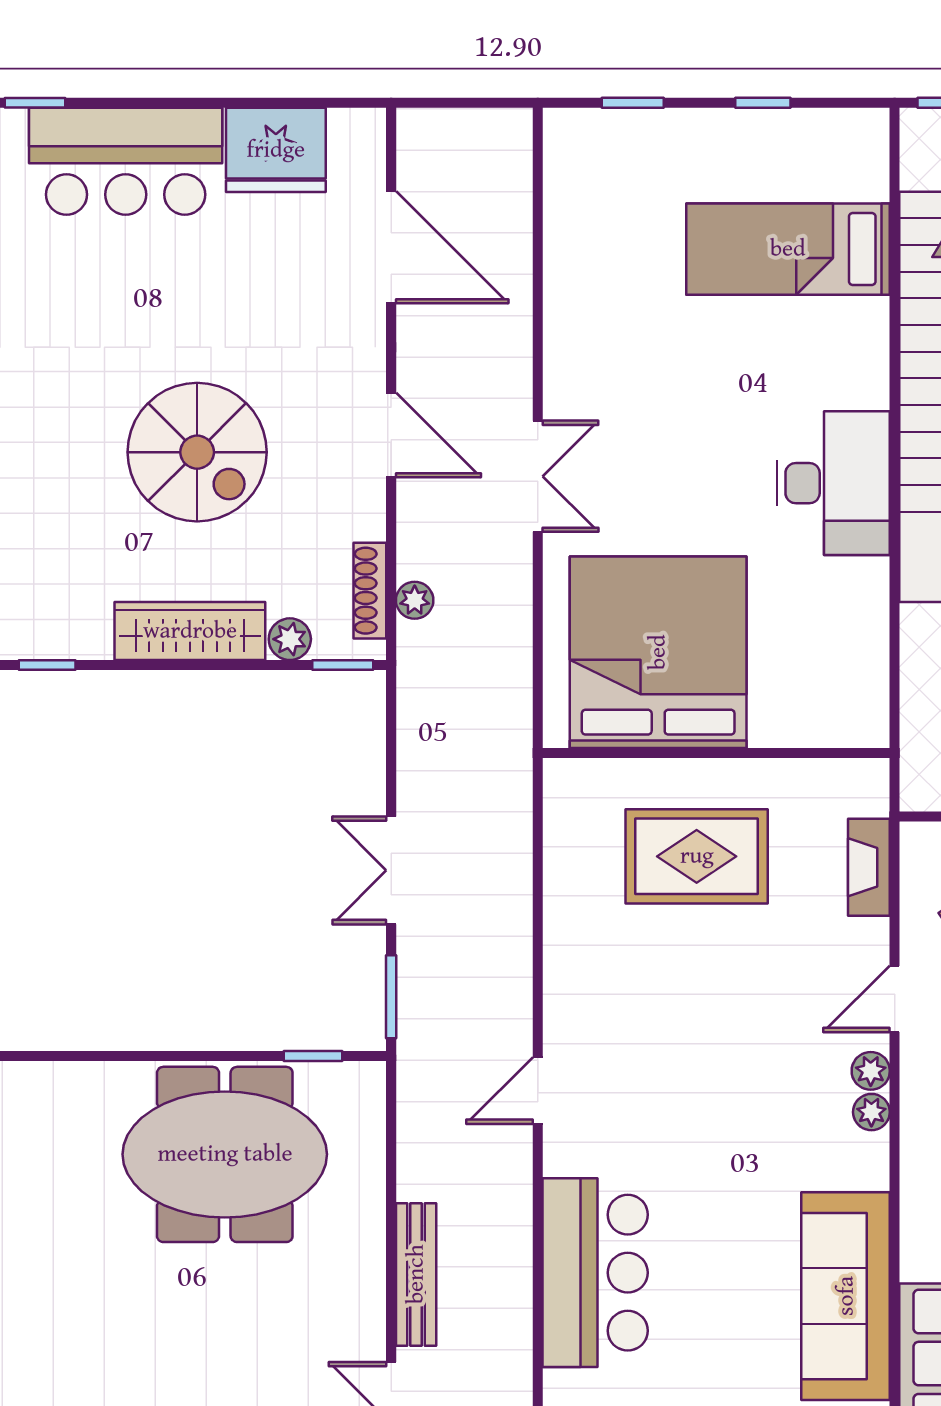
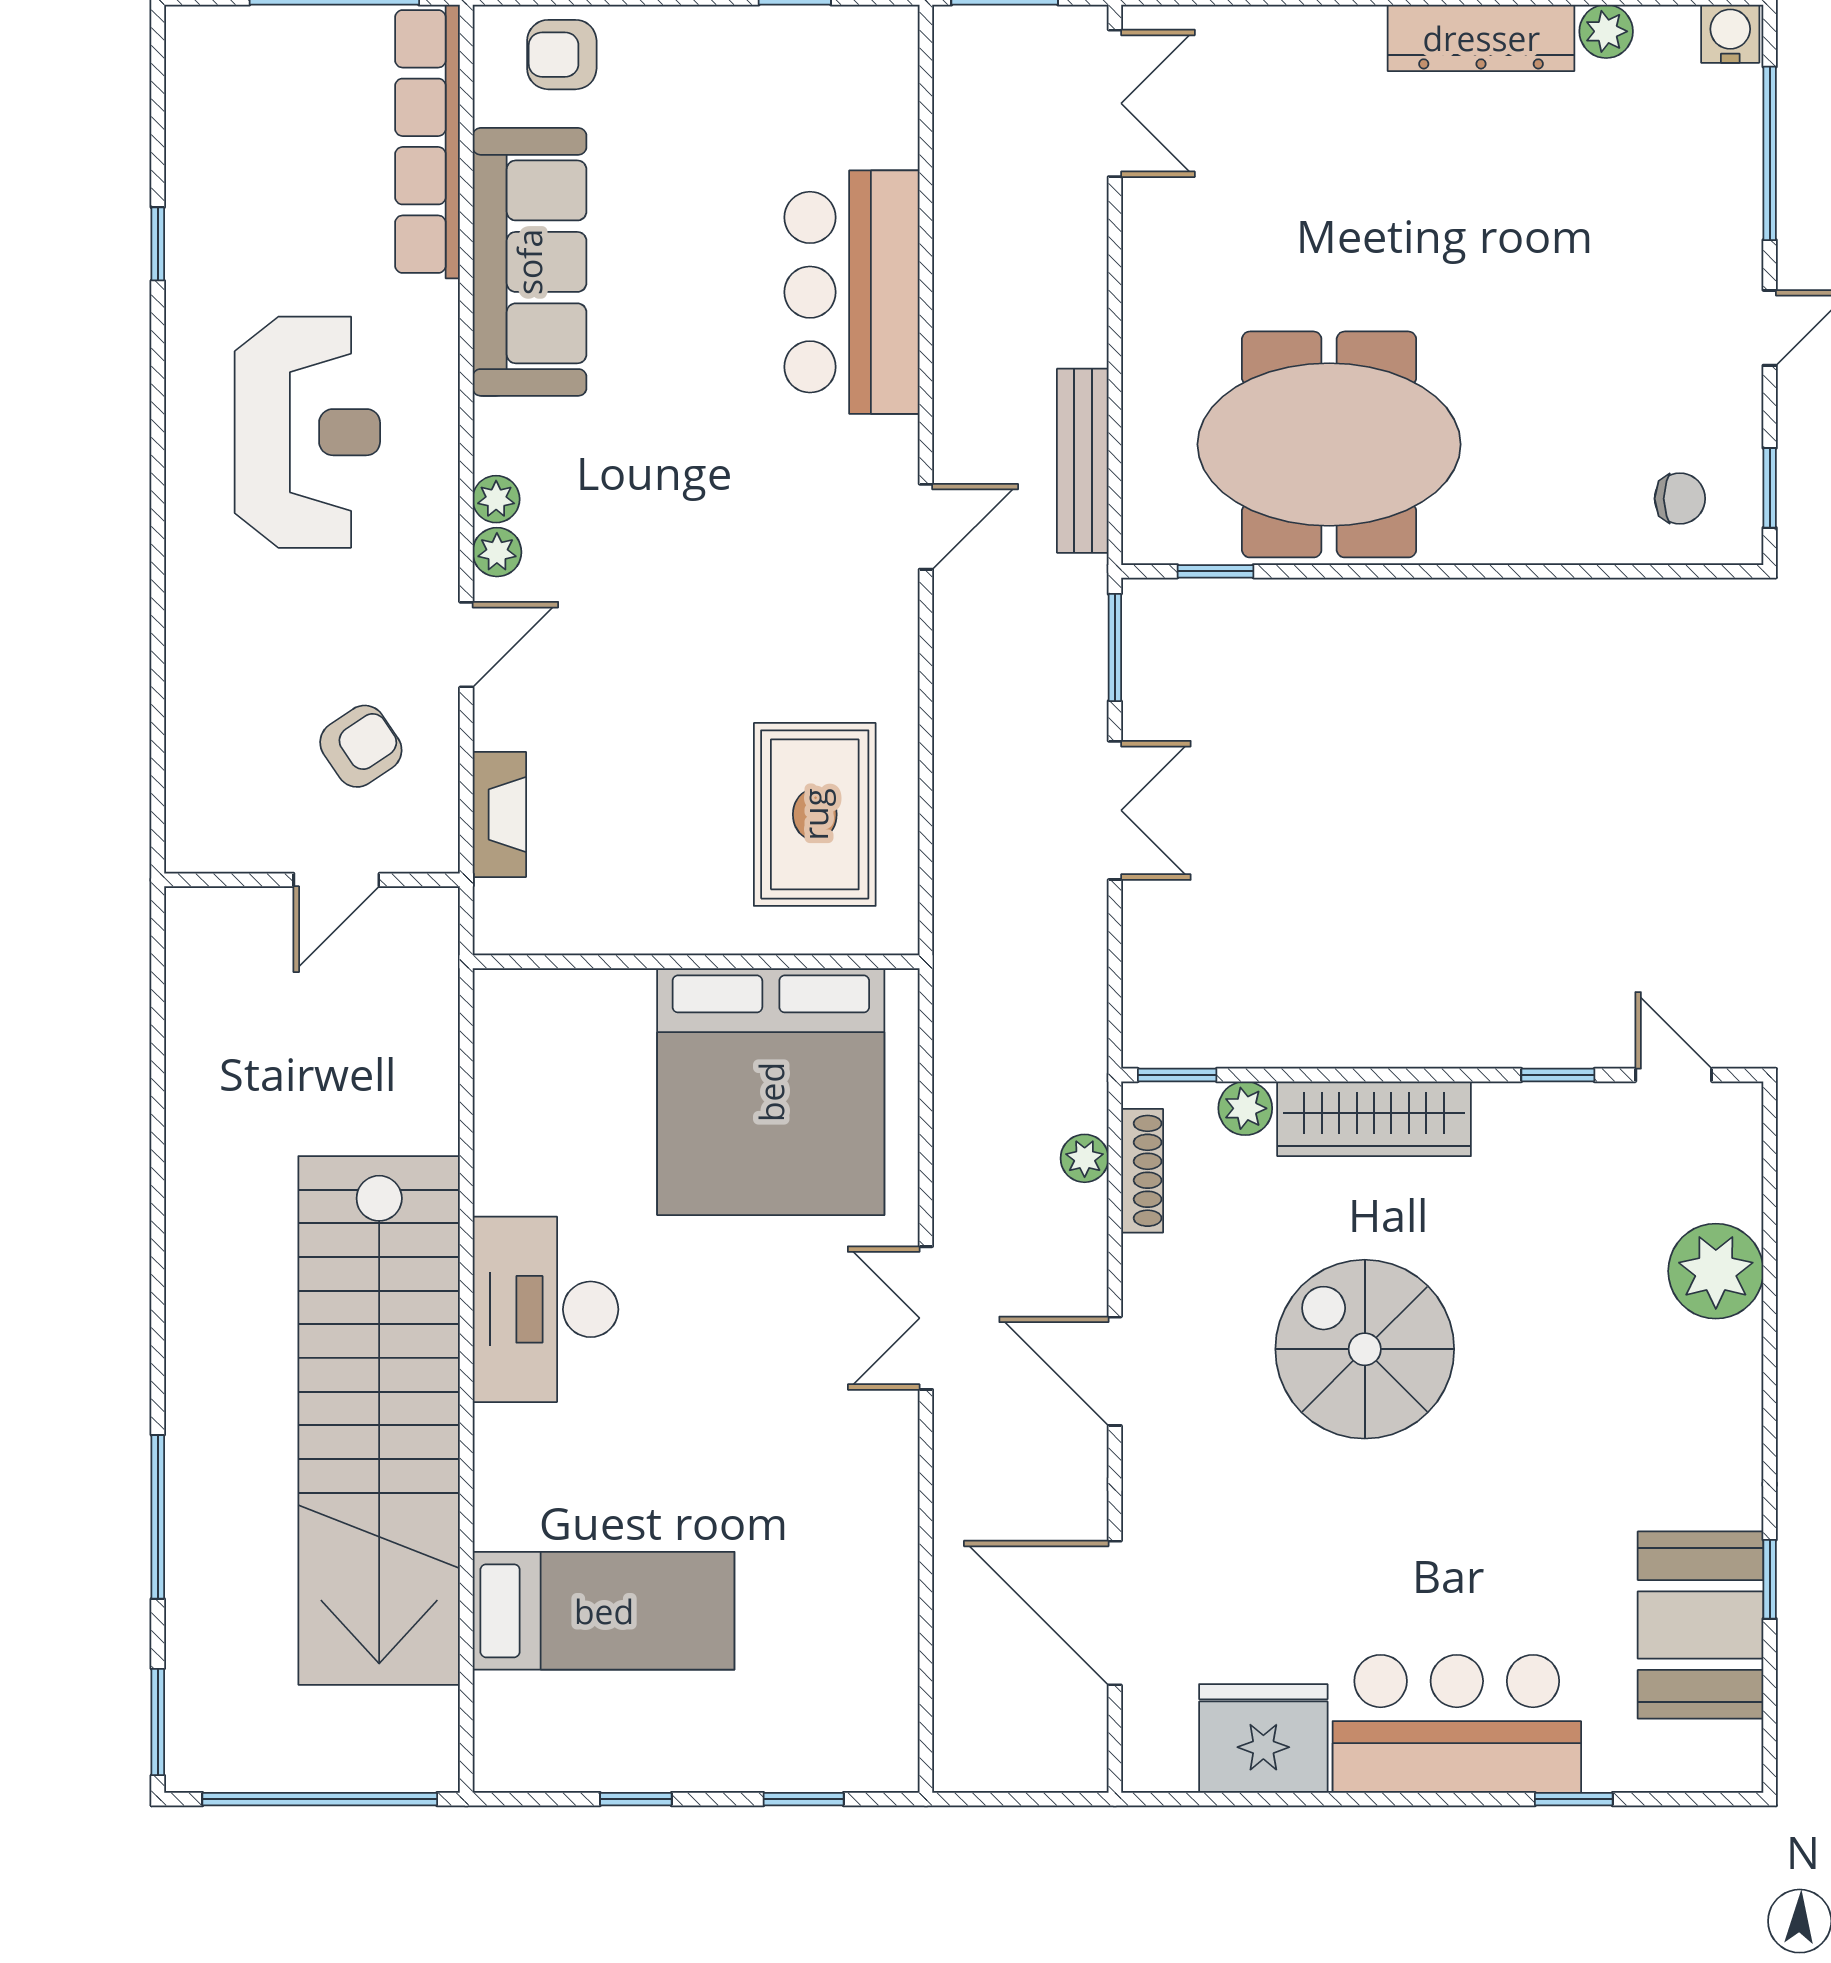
rug: (697, 856) -> (815, 814), moved, turned 90
bench: (416, 1274) -> (1083, 461), moved

